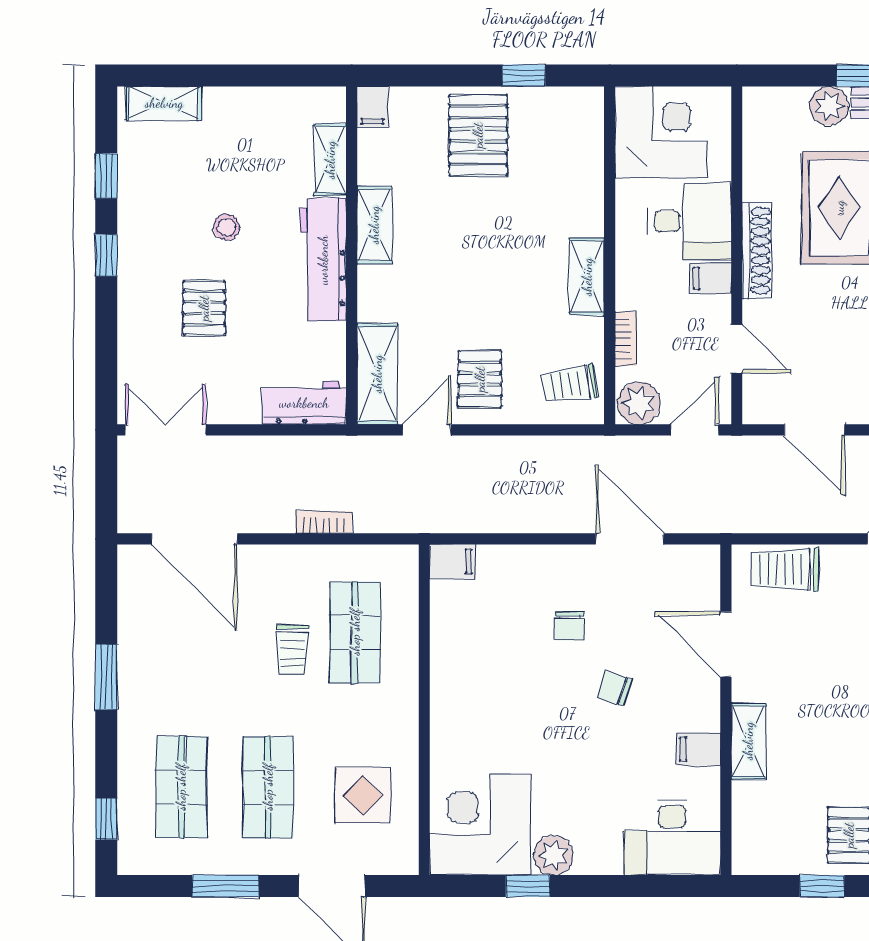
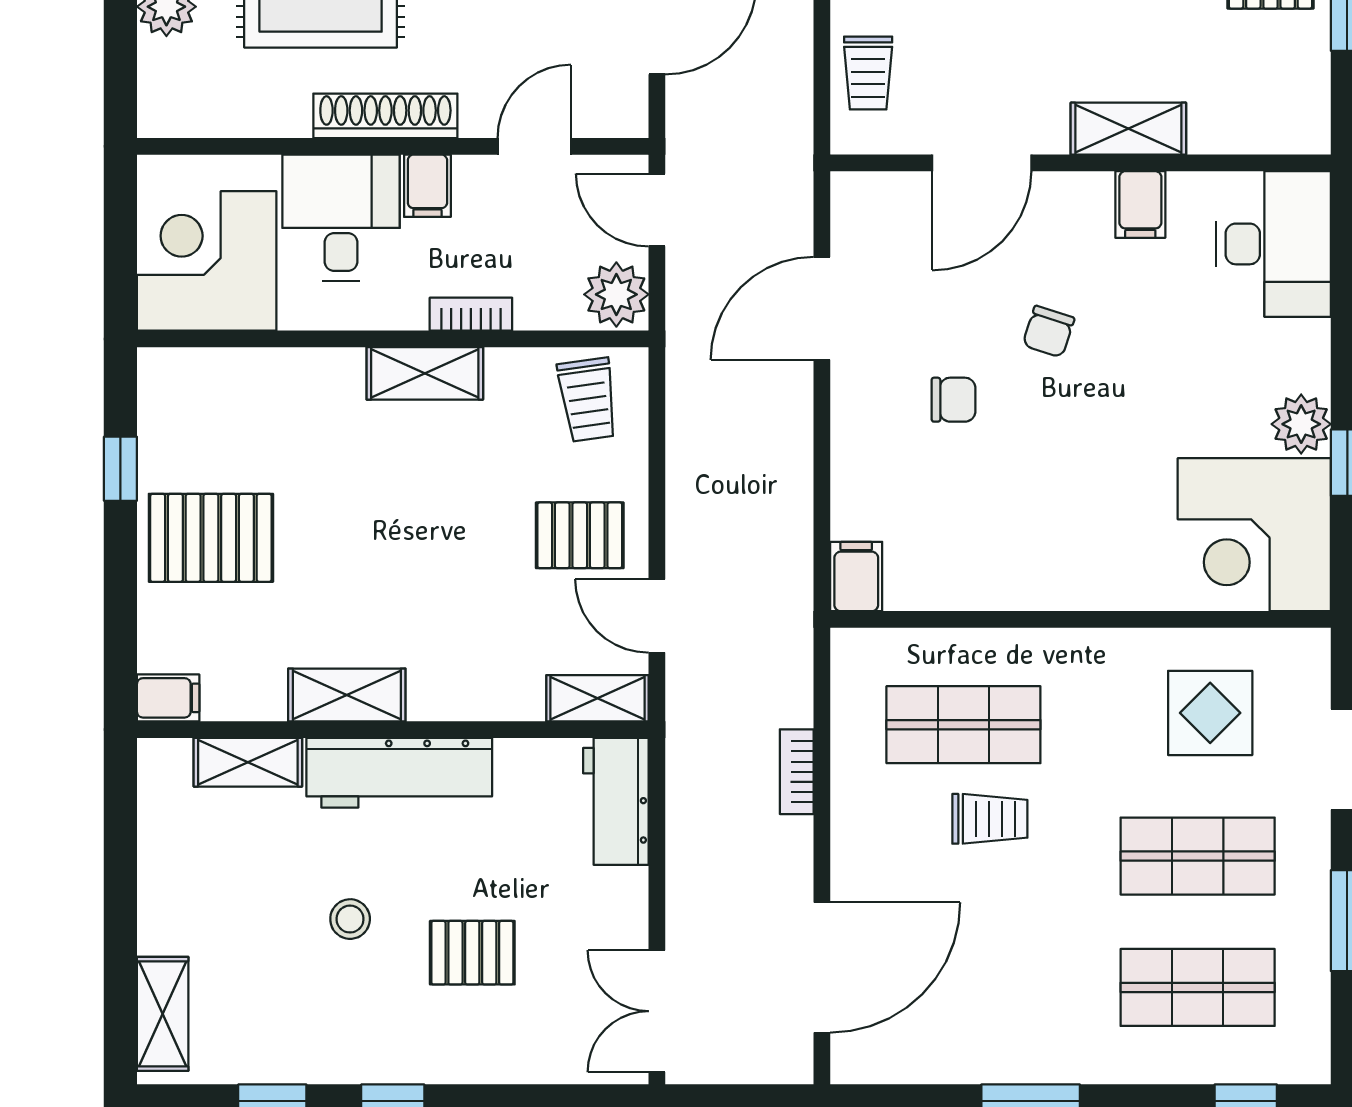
bookcase: (626, 339) -> (471, 314), moved
shelving: (377, 374) -> (597, 698), width x0.67, depth x0.75
trolley: (785, 569) -> (868, 73), width x0.73, depth x0.72

